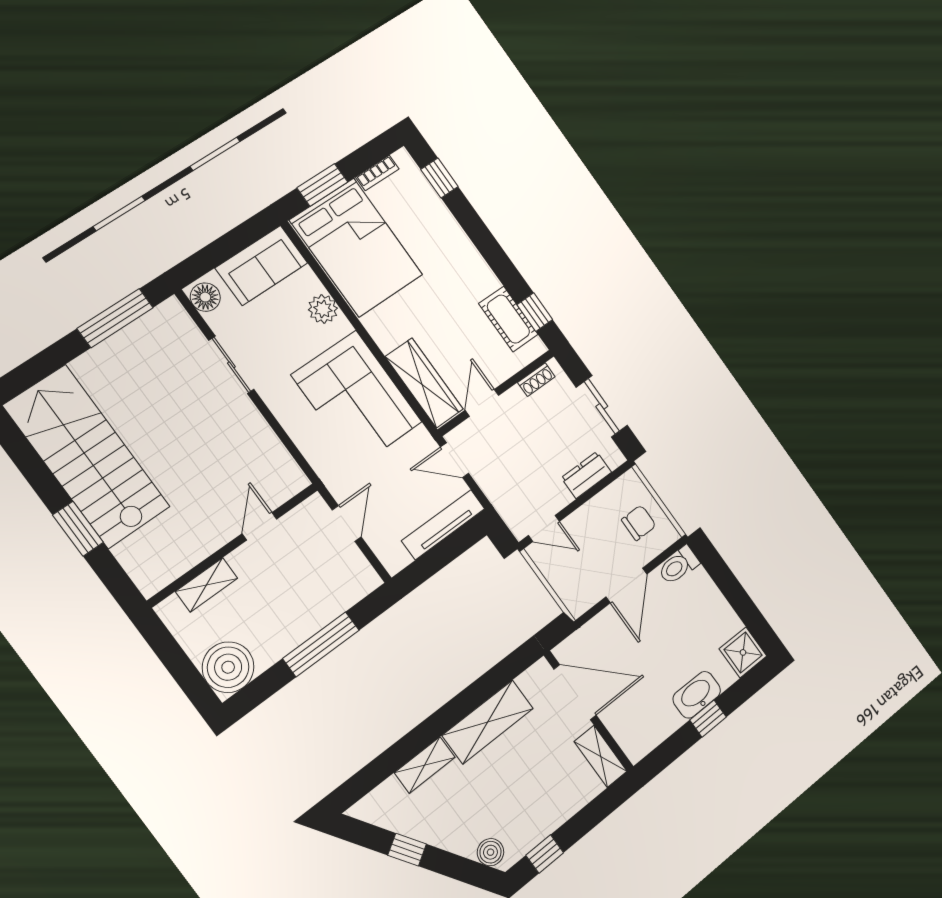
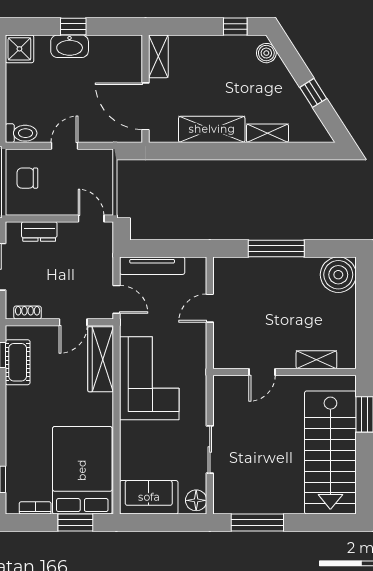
plant: (323, 309) -> (130, 446), removed
door: (259, 526) -> (262, 372), moved
wall: (234, 545) -> (285, 372), moved
shelving: (207, 585) -> (316, 360), moved
door: (626, 585) -> (64, 146), width x0.73

